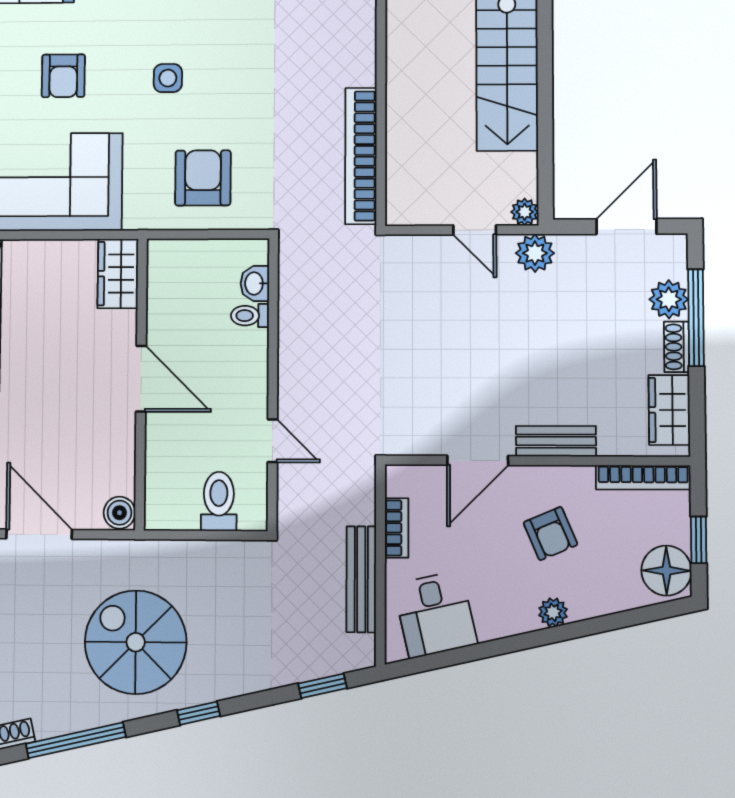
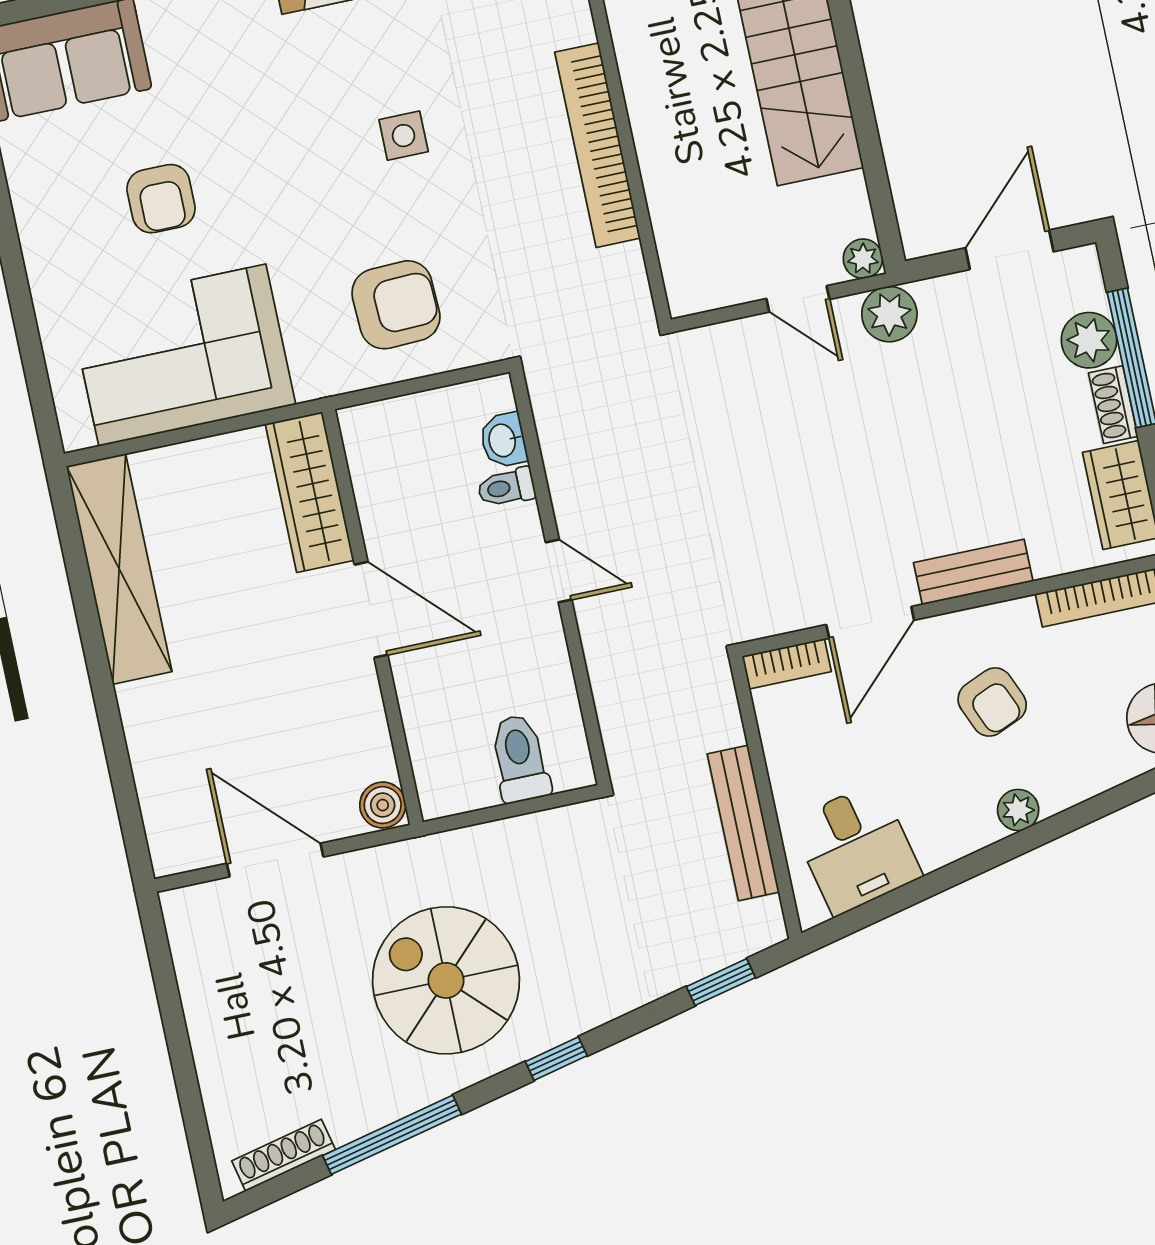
side table: (168, 78) -> (404, 136), moved
bookcase: (361, 156) -> (597, 145), moved
armchair: (203, 178) -> (396, 305), turned 88
wardrobe: (118, 274) -> (310, 492), width x1.50
door: (272, 441) -> (559, 571), moved
bookcase: (397, 528) -> (787, 664), moved, turned 90

